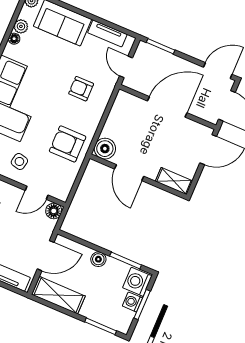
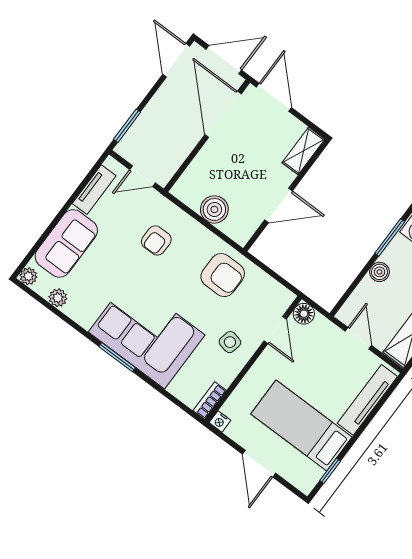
floor lamp: (14, 39) -> (72, 310), removed
door: (167, 107) -> (223, 114), moved
armchair: (68, 144) -> (223, 275), turned -90
boiler: (105, 149) -> (214, 209), moved
door: (46, 256) -> (358, 338), width x0.73

